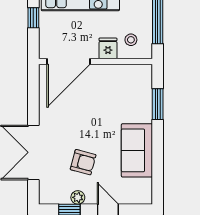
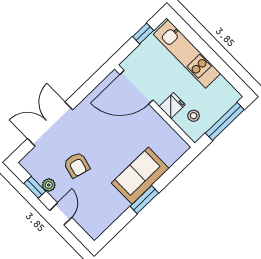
window: (158, 104) -> (144, 200), moved
sofa: (137, 150) -> (140, 176), moved

